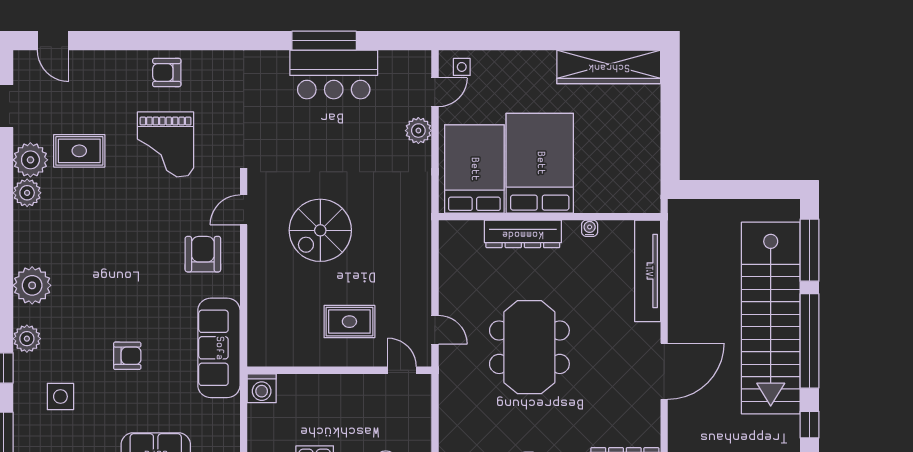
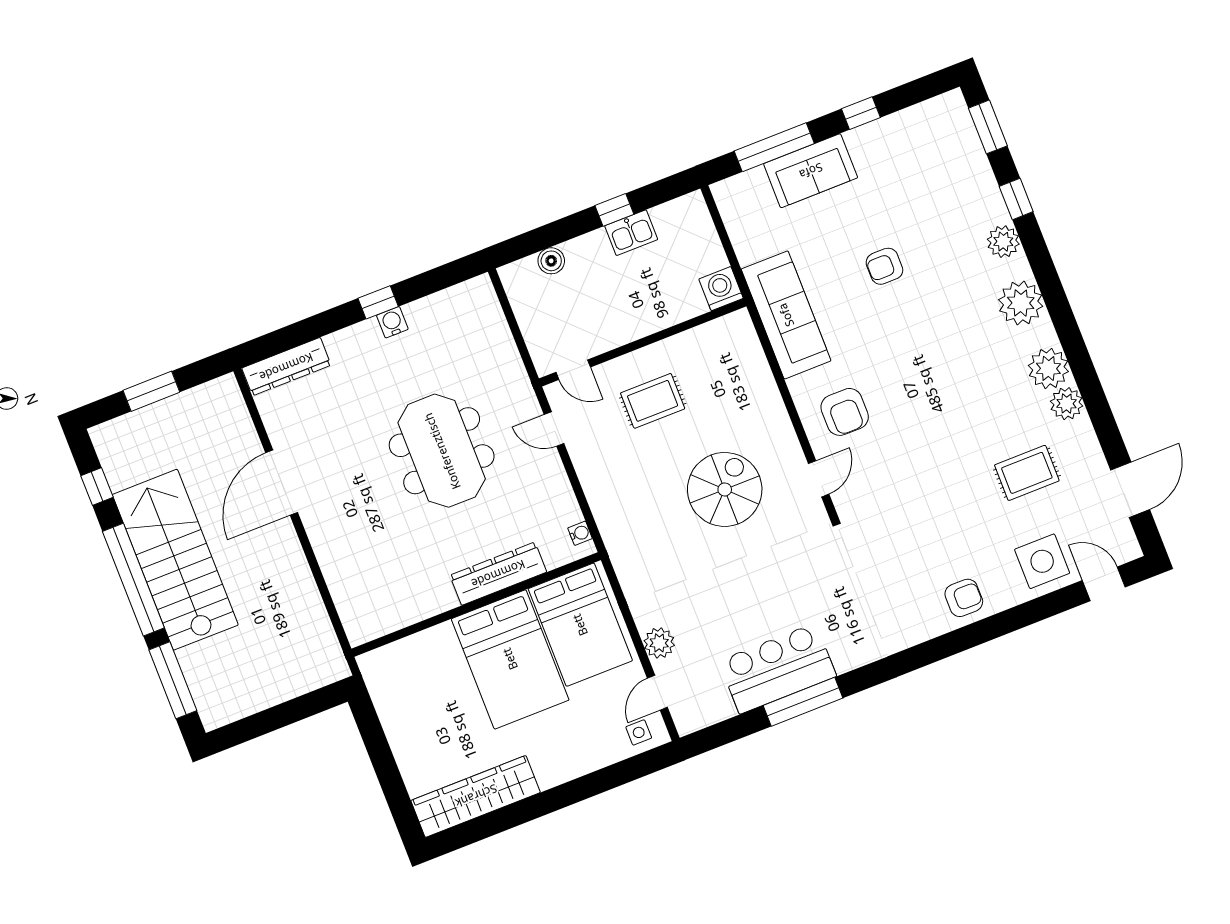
grand piano: (166, 144) -> (934, 518), removed
plant: (30, 160) -> (1048, 368), moved
water cooler: (590, 228) -> (580, 533), moved, turned -90
tv unit: (648, 271) -> (344, 587), removed
stairs: (771, 318) -> (175, 560), width x0.73
side table: (60, 397) -> (1042, 561), moved, width x1.37, depth x1.37

